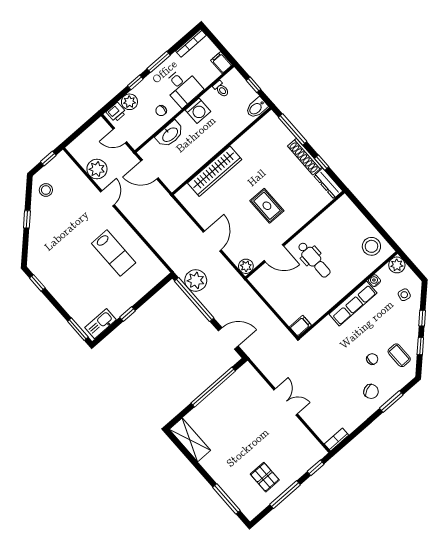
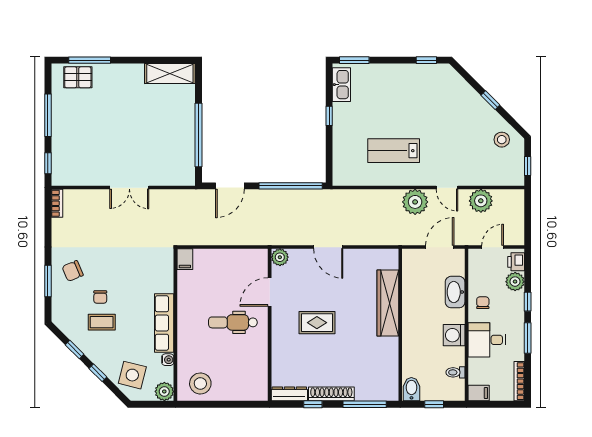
plant: (196, 280) -> (415, 202), moved
side table: (404, 295) -> (132, 375), width x1.87, depth x1.87
coffee table: (399, 355) -> (102, 322), moved
pallet: (265, 477) -> (78, 77), moved

